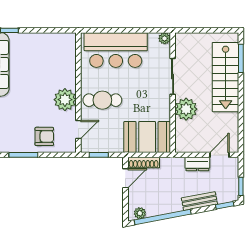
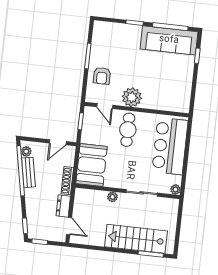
plant: (186, 109) -> (113, 197), width x0.53, depth x0.53
shoe rack: (144, 163) -> (67, 181), moved
door: (125, 178) -> (58, 142), hinge flipped
bench: (199, 201) -> (28, 172), moved

